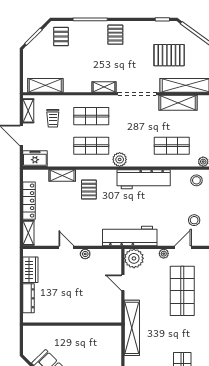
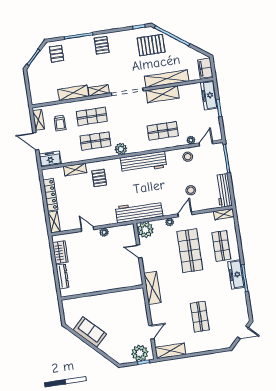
pallet: (169, 55) -> (151, 45), moved
shelving: (45, 85) -> (73, 93), moved
shelving: (132, 328) -> (152, 288), width x0.68

